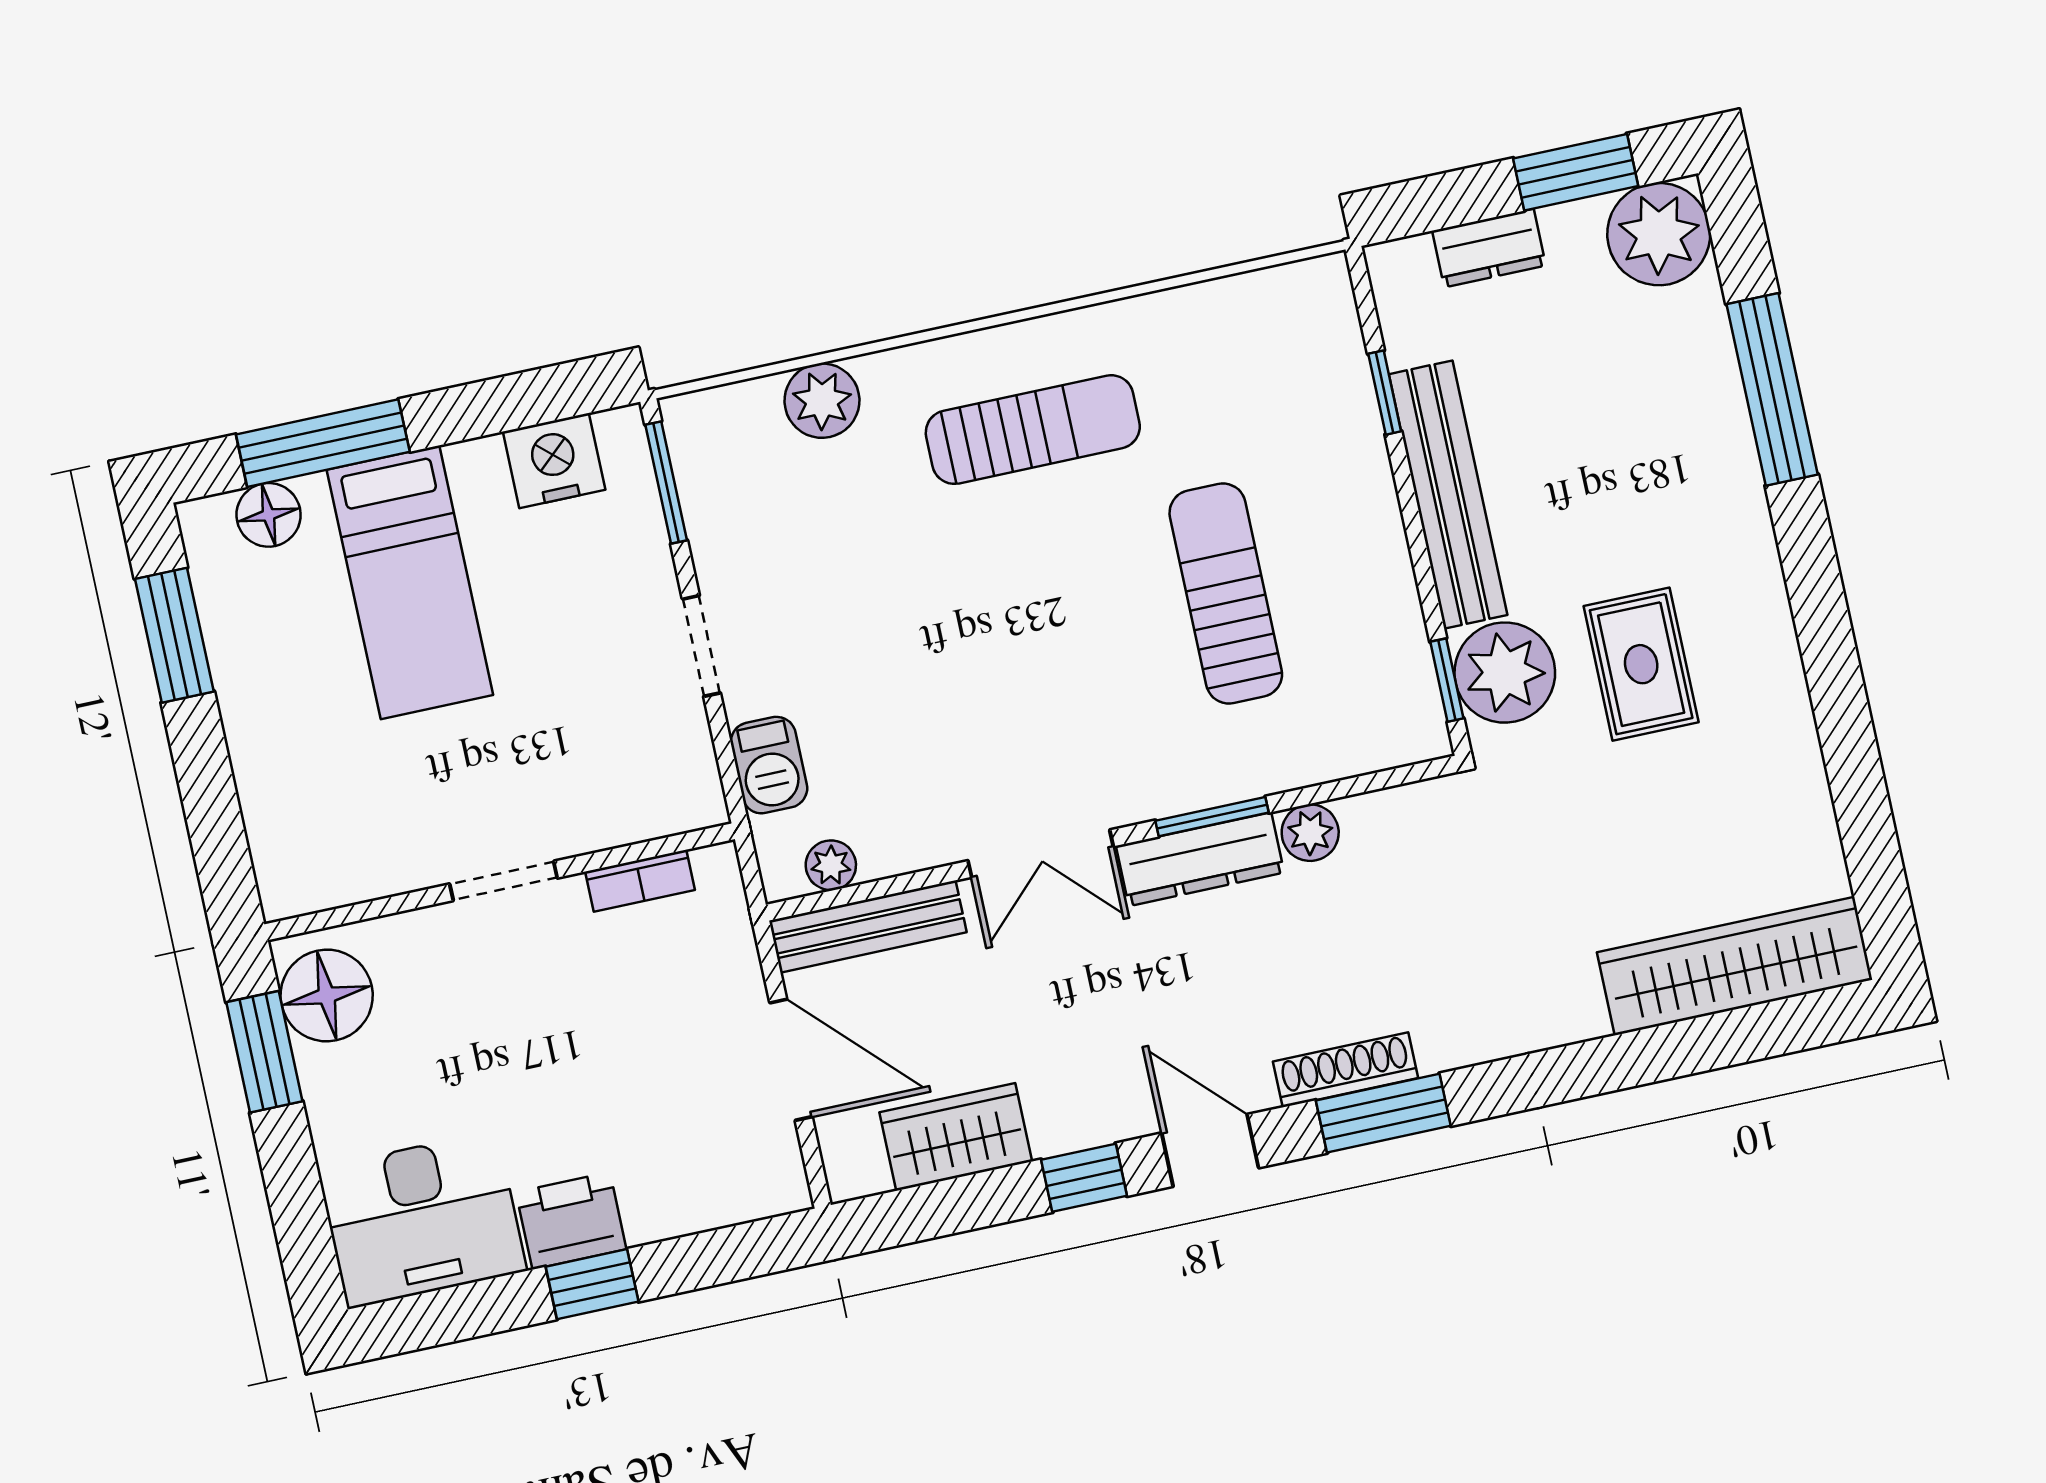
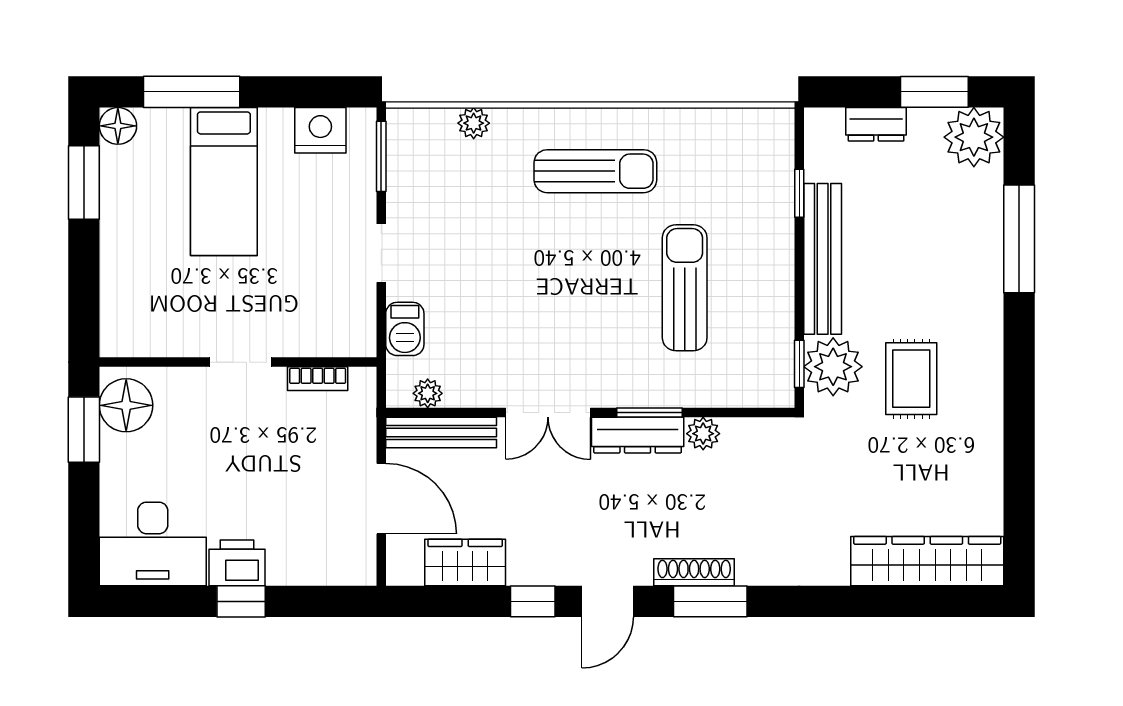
plant: (822, 401) -> (474, 123), width x0.73, depth x0.73
floor lamp: (269, 515) -> (118, 126), moved
door: (1210, 1150) -> (608, 601), swing flipped

